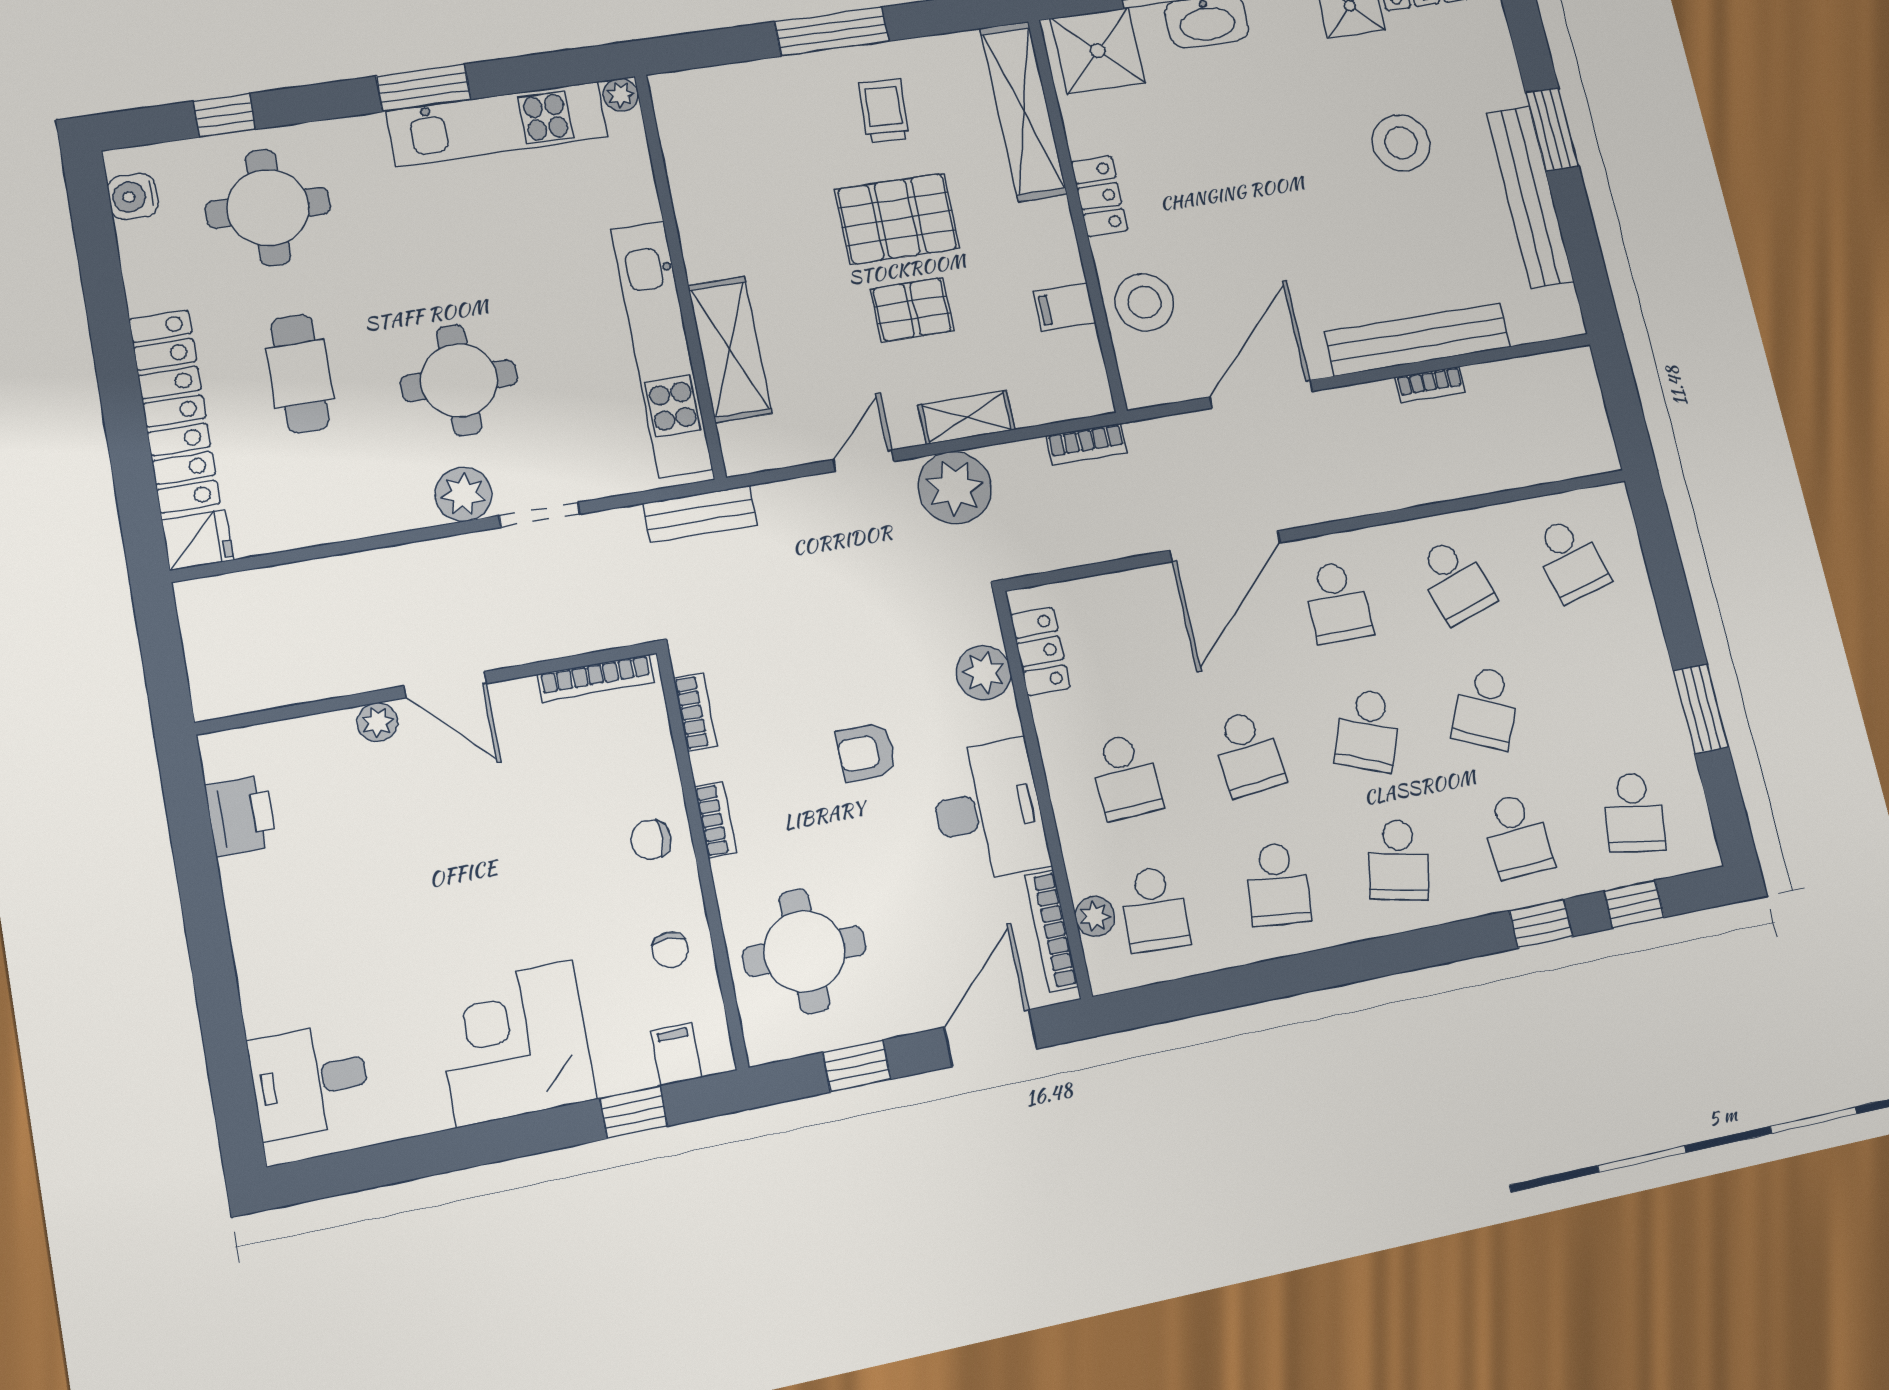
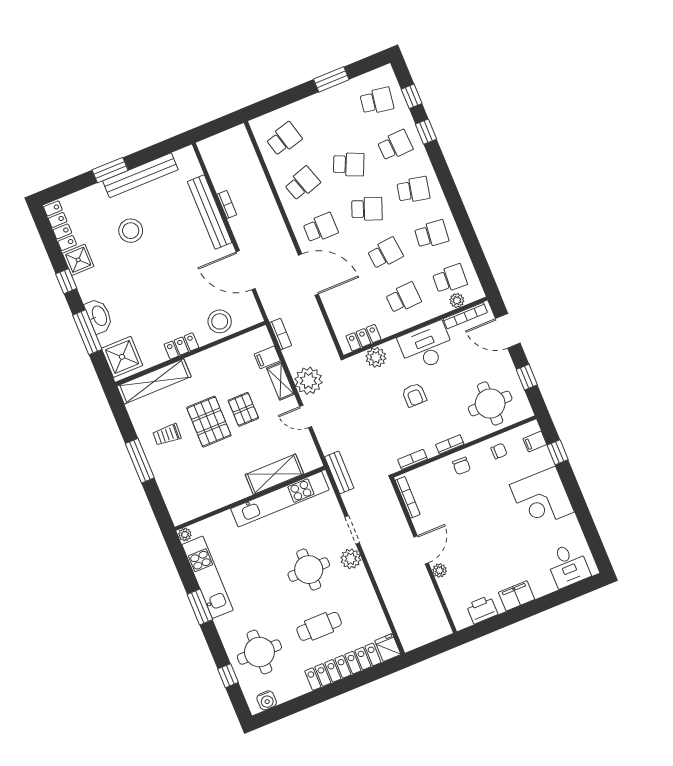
filing cabinet: (1064, 307) -> (267, 357), moved, turned 90
filing cabinet: (257, 919) -> (517, 596), added

